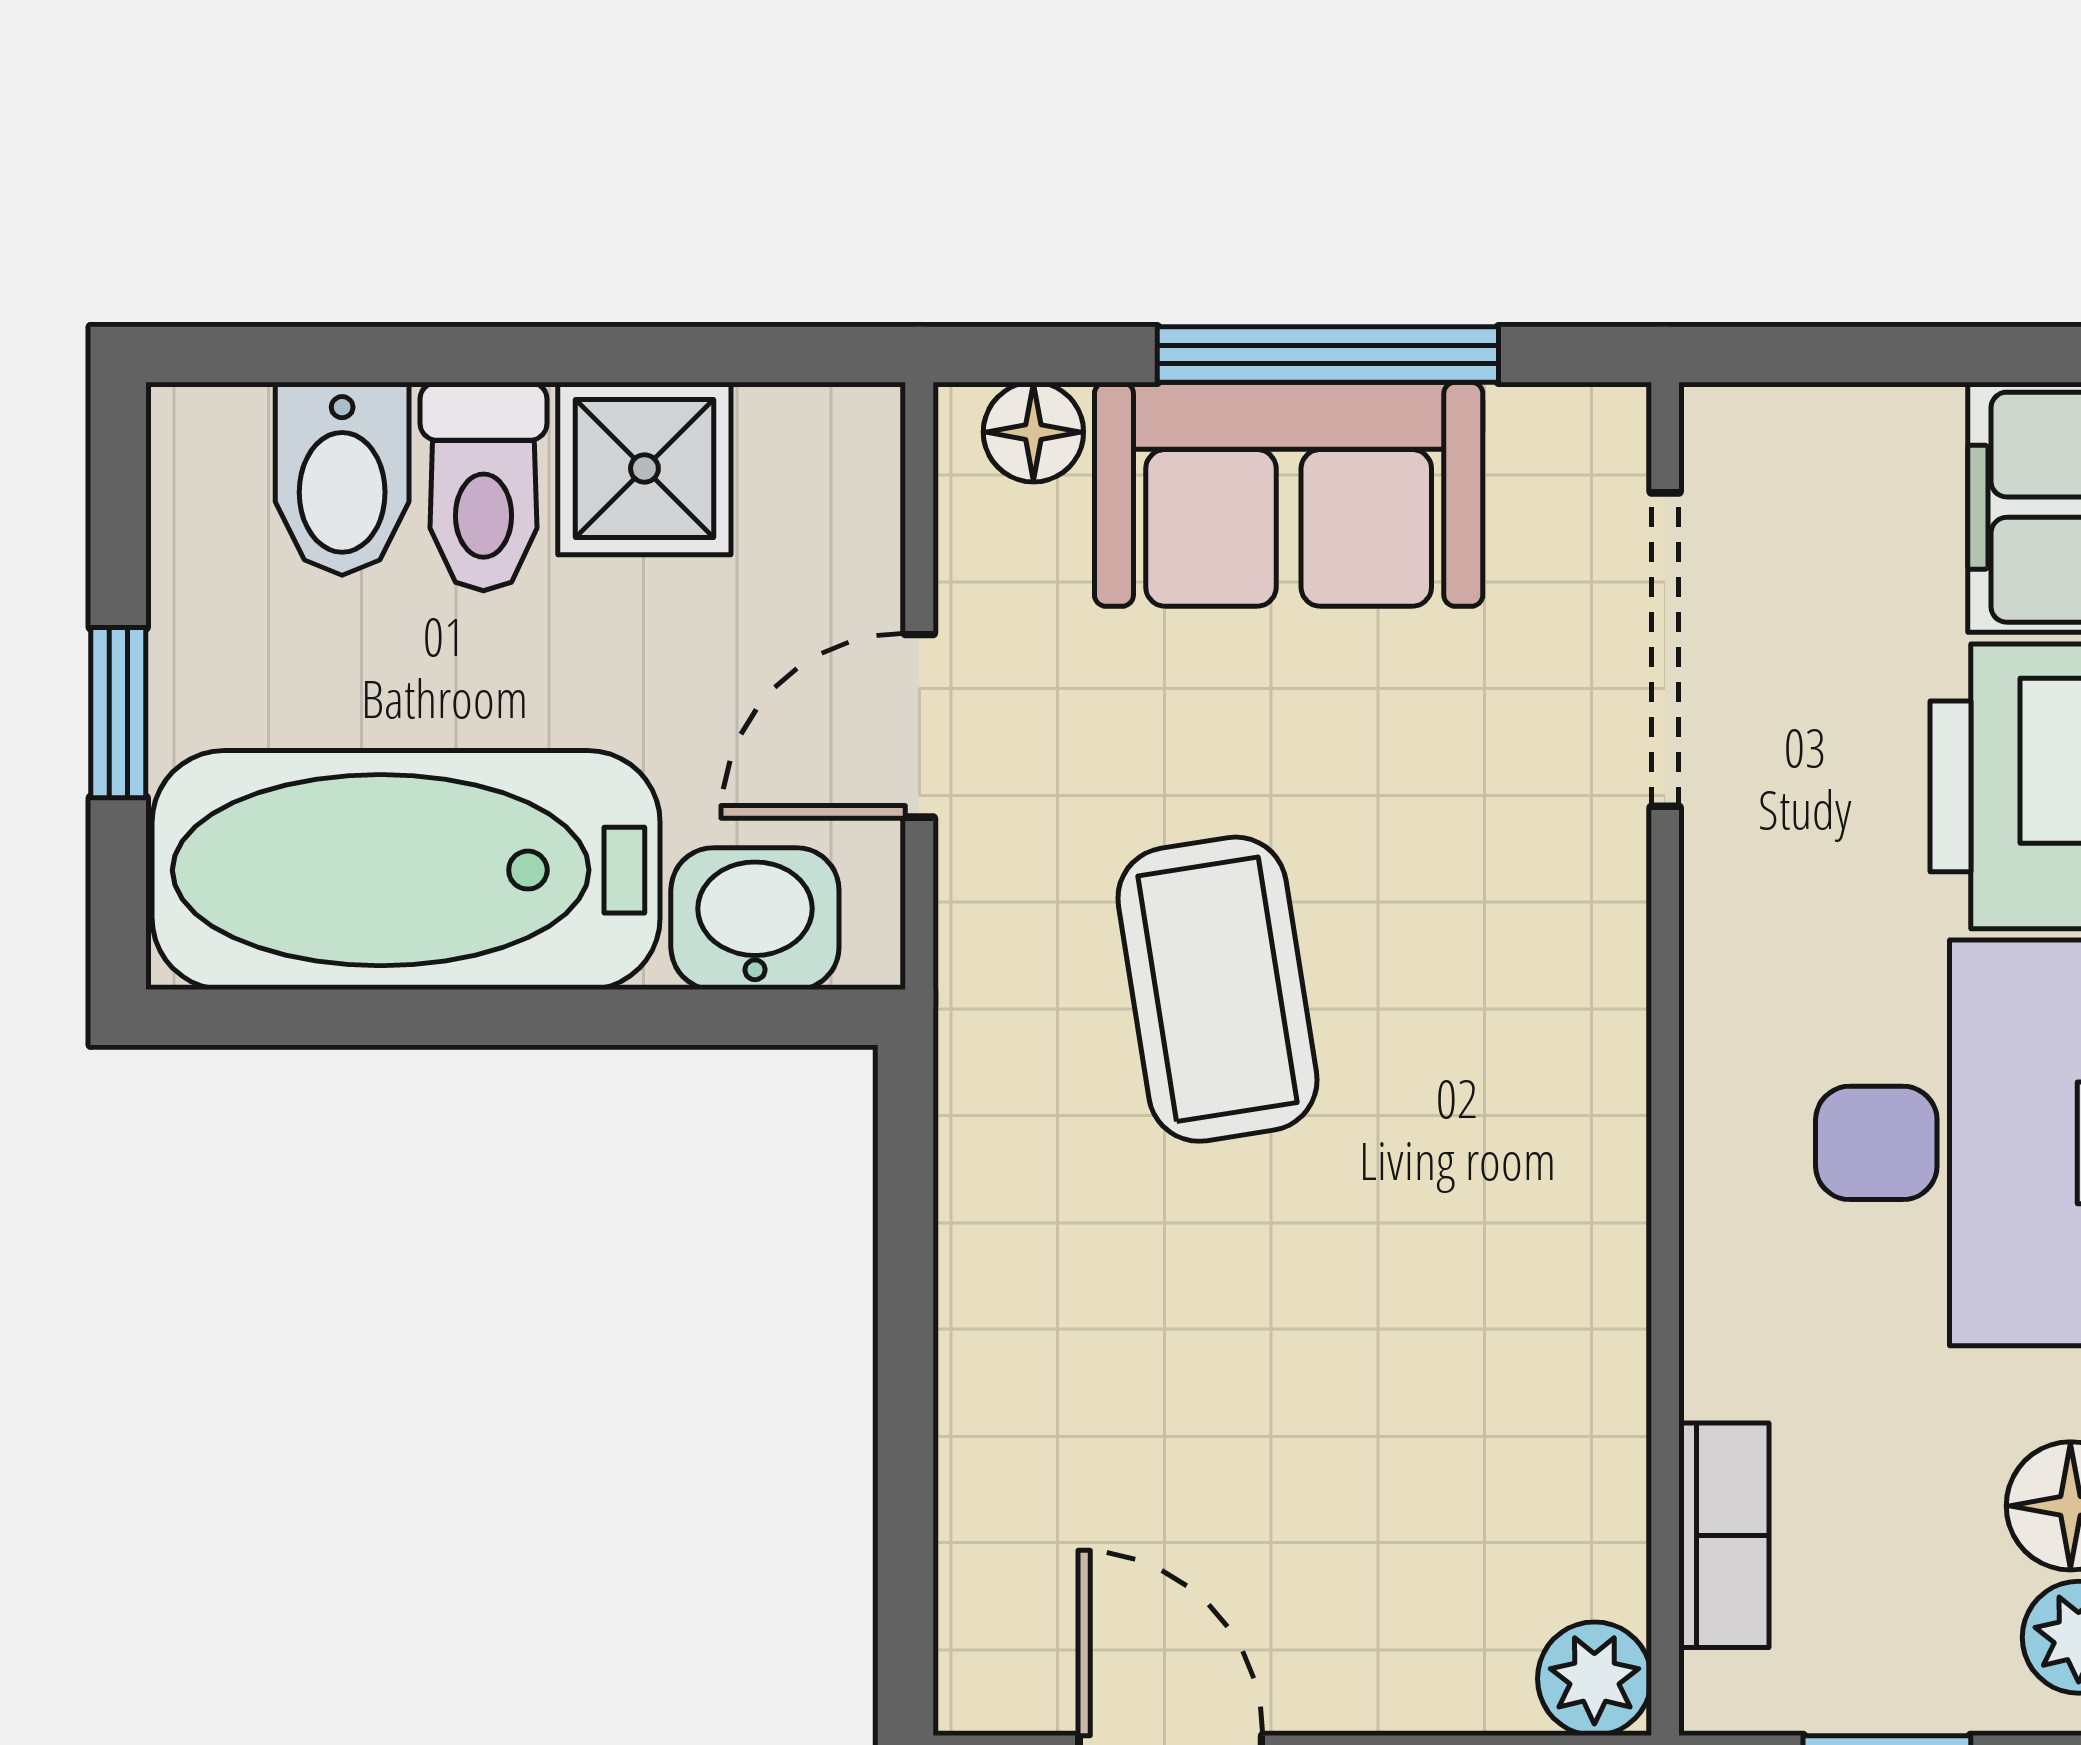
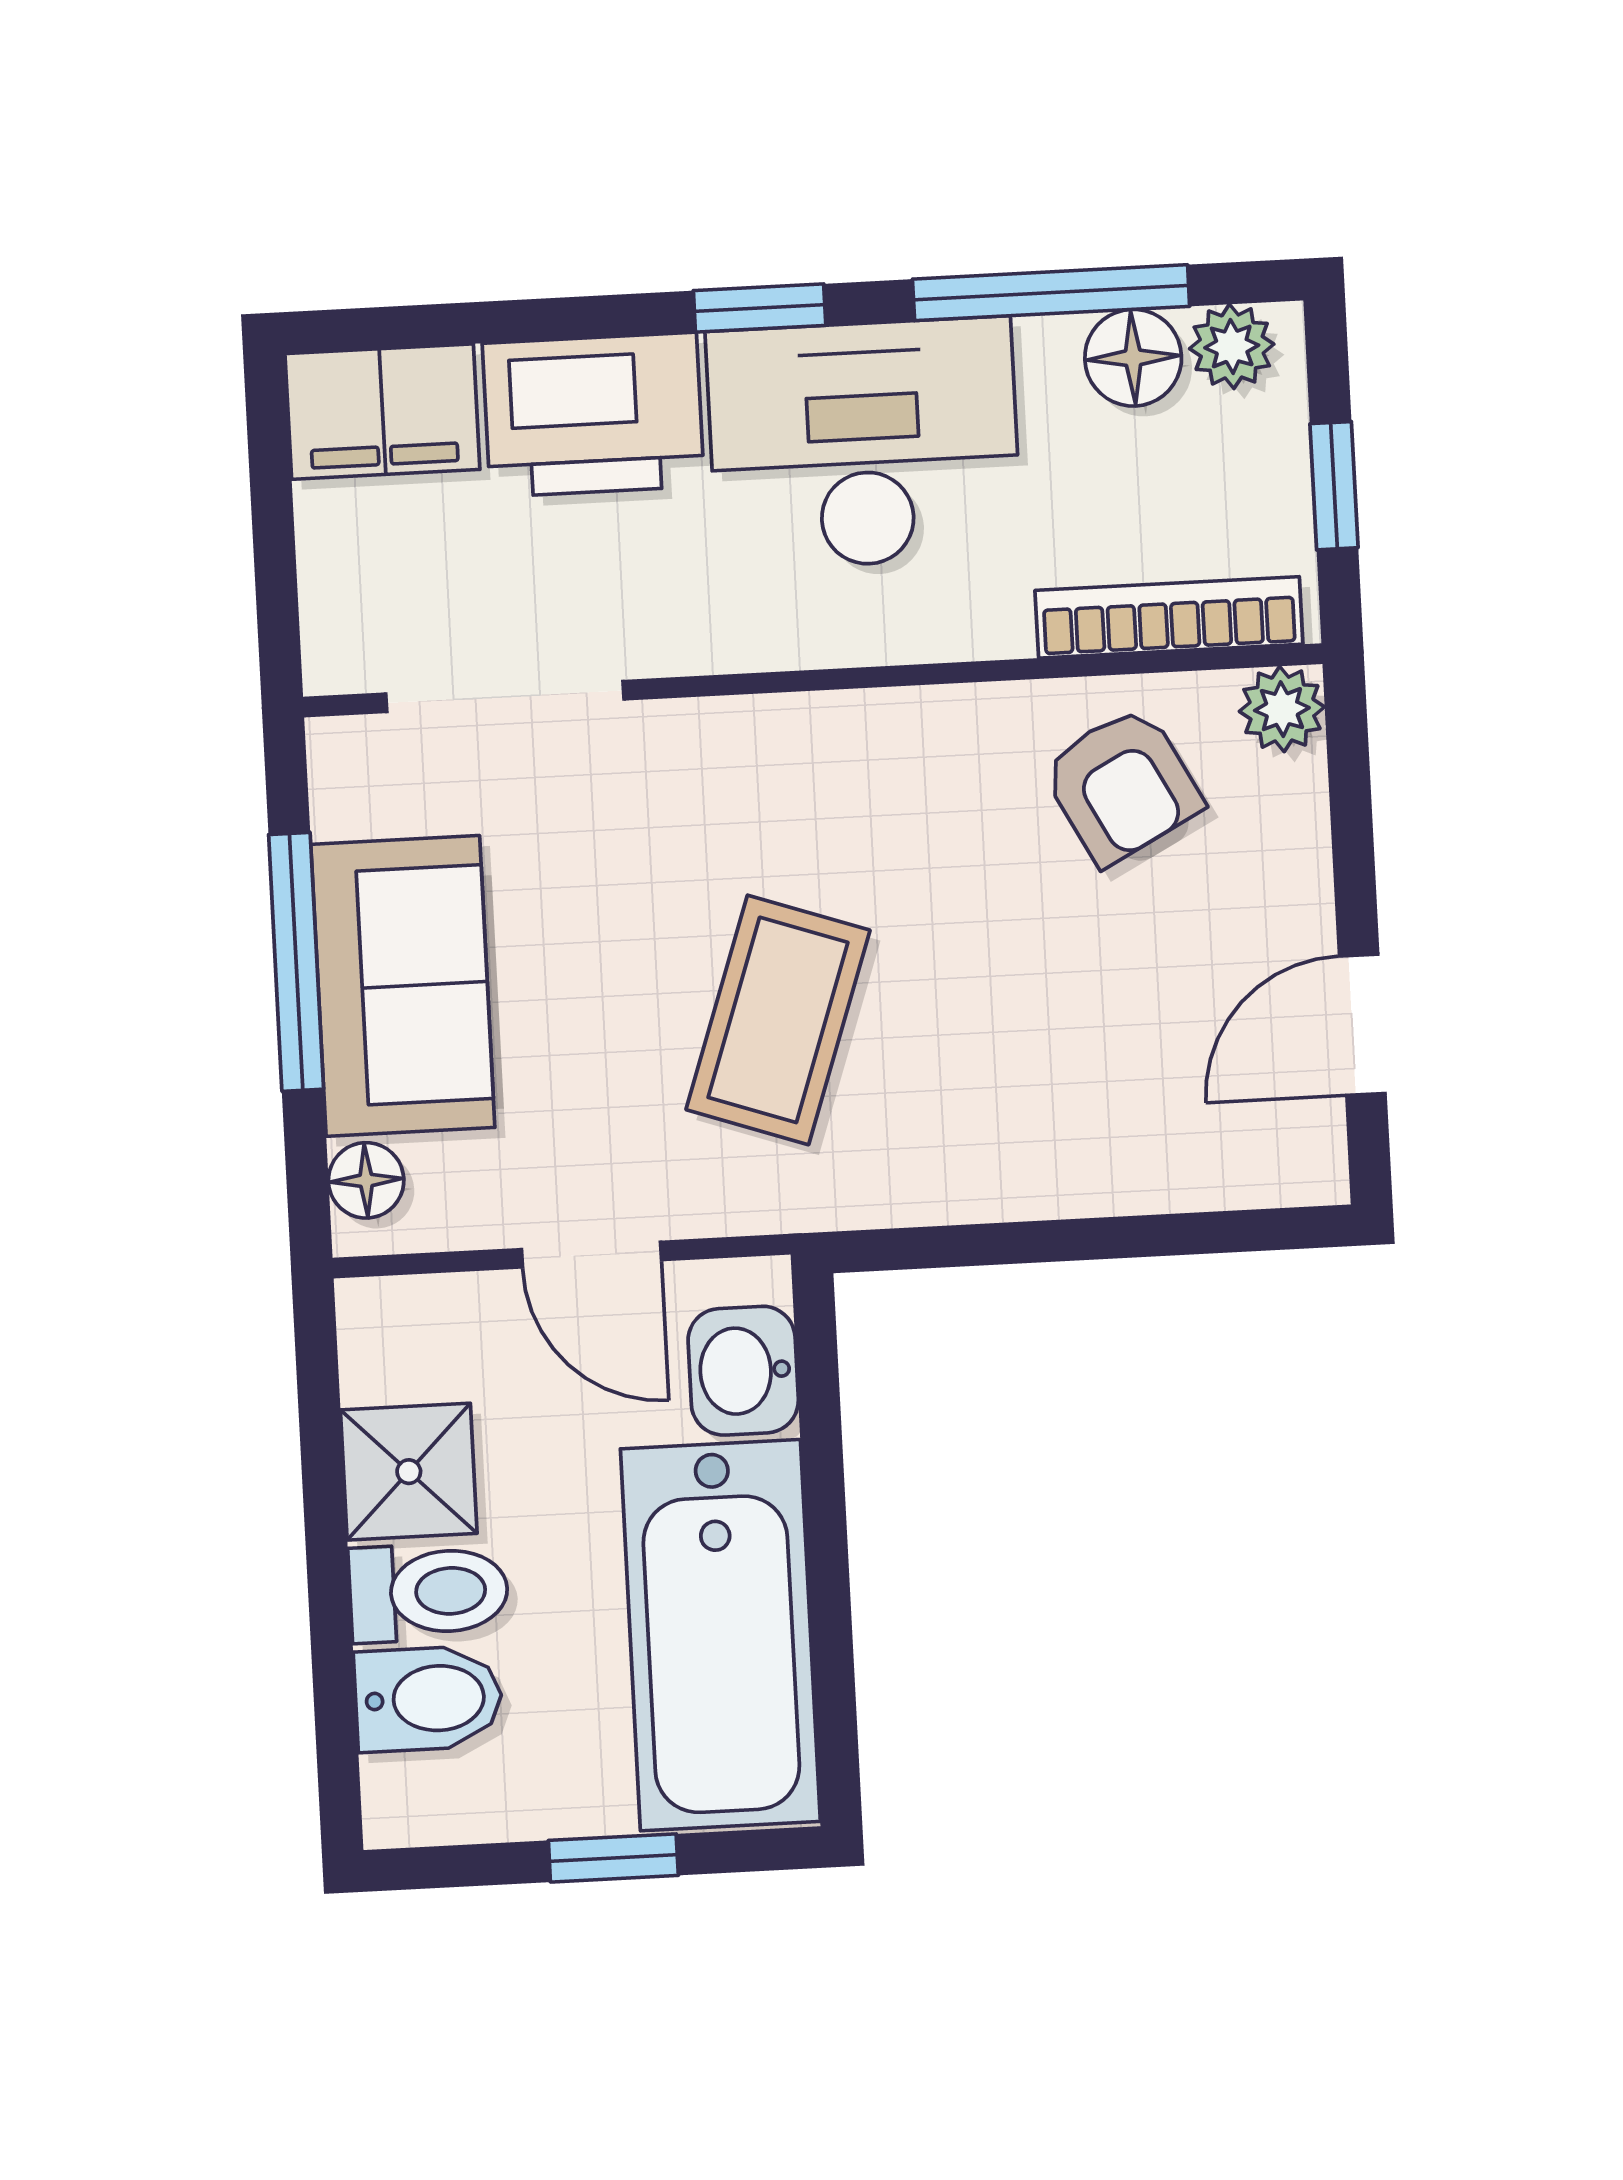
coffee table: (1217, 989) -> (778, 1020), turned -62
armchair: (1504, 1461) -> (1122, 785), added
bookcase: (1724, 1535) -> (1169, 617), width x1.56

